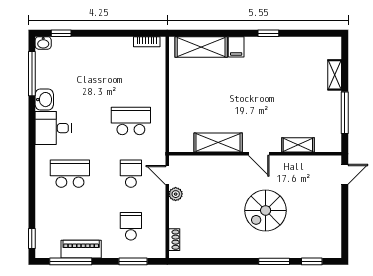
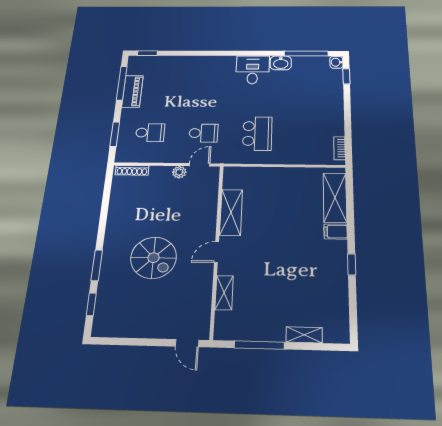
school desk: (70, 174) -> (207, 83), removed
spiral stairs: (266, 210) -> (153, 258), turned 180
shoe rack: (174, 240) -> (132, 170), width x1.43

